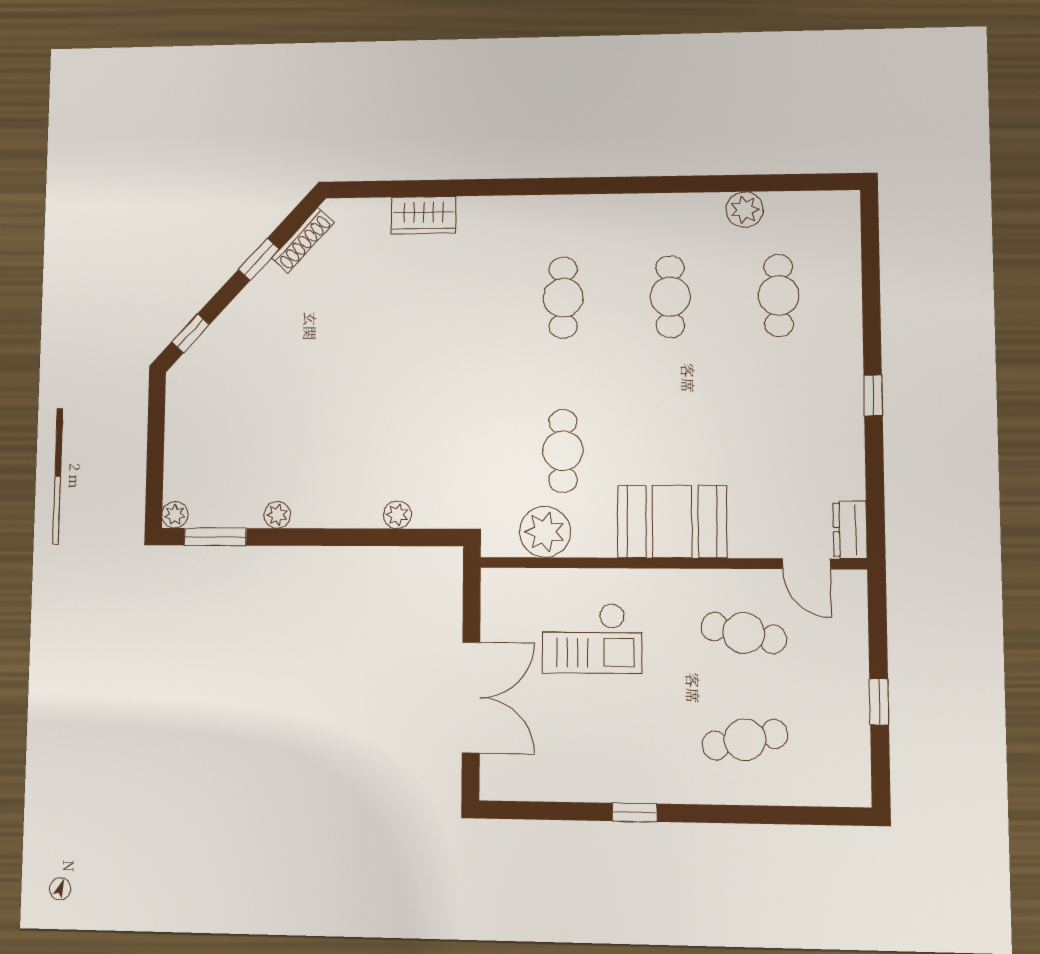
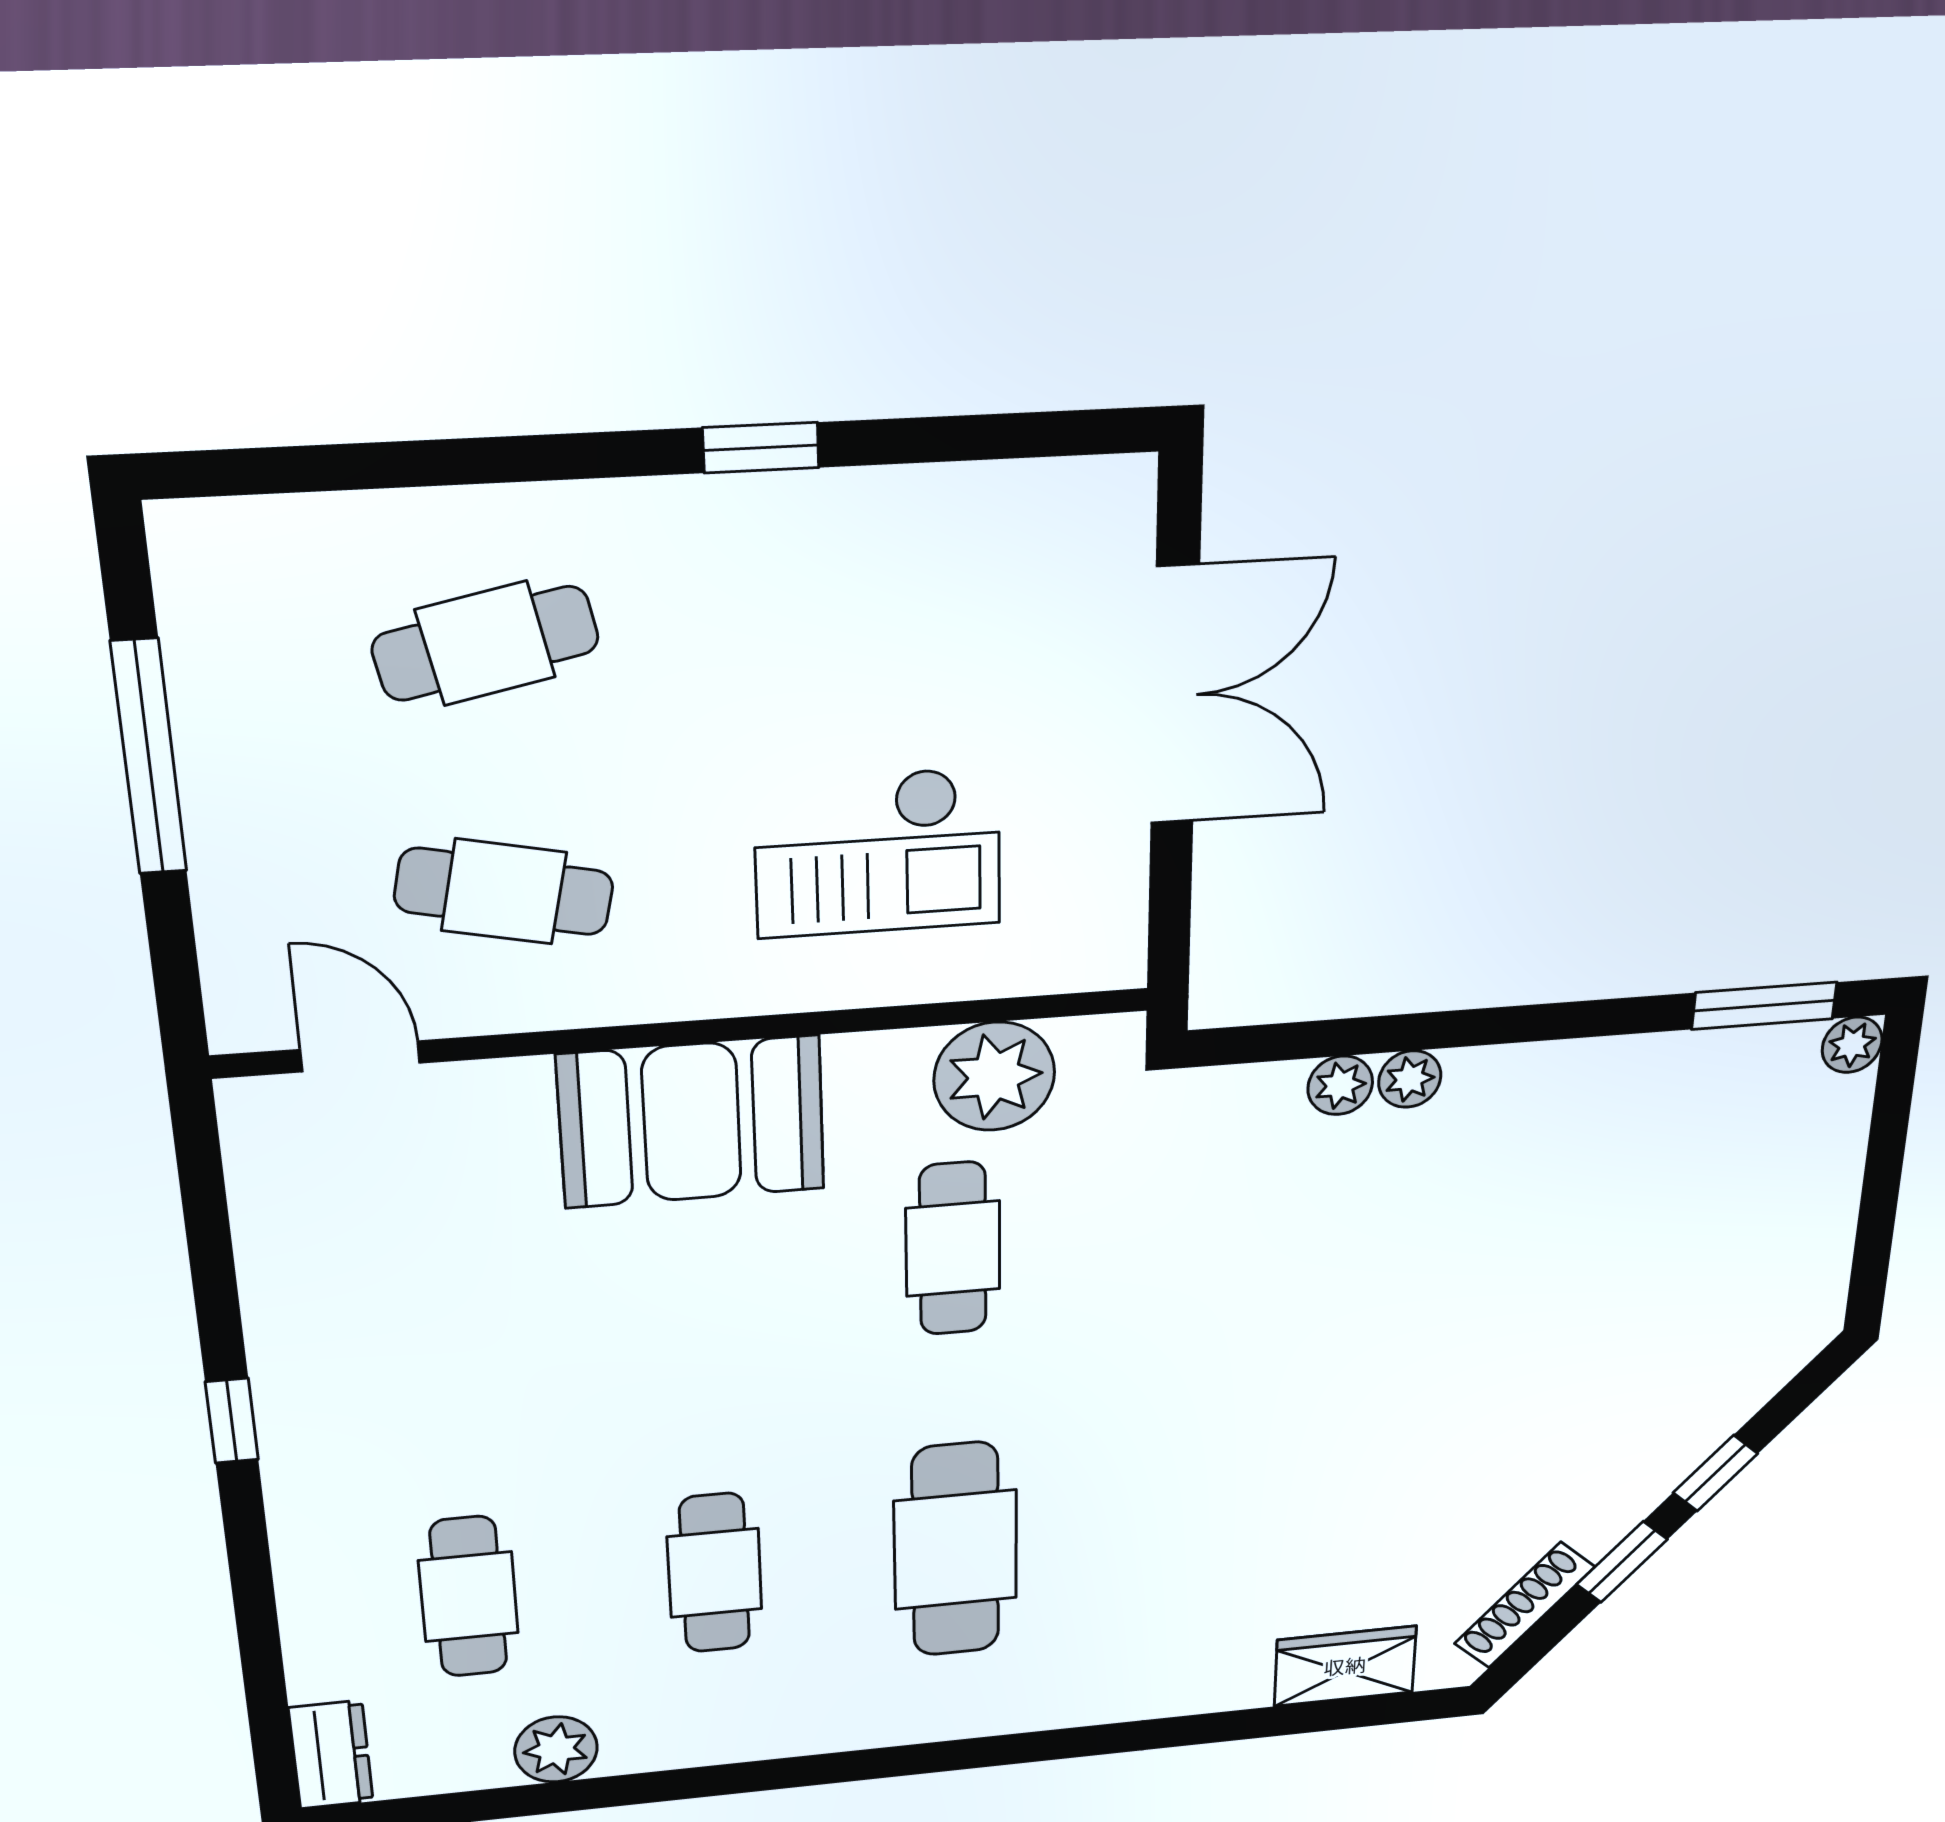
wardrobe: (423, 215) -> (1345, 1666), moved
cafe table: (563, 298) -> (956, 1550), width x1.37, depth x1.35
window: (191, 333) -> (1715, 1473), moved
plant: (277, 515) -> (1410, 1079), moved
dresser: (850, 530) -> (331, 1755), moved
checkout: (592, 638) -> (878, 852), turned 180
double door: (471, 697) -> (1175, 696), swing flipped
window: (879, 702) -> (149, 757), width x2.17

